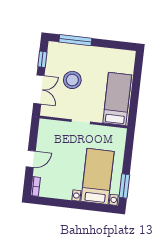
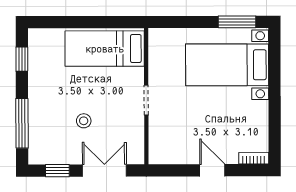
window: (117, 45) -> (22, 59), added
stool: (72, 80) -> (84, 121), width x0.53, depth x0.53

